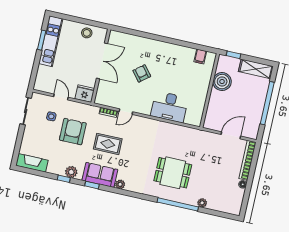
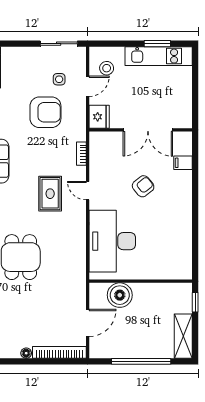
stool: (87, 33) -> (107, 68), moved
filing cabinet: (200, 56) -> (183, 163), moved
boiler: (222, 82) -> (120, 295), moved
desk: (169, 107) -> (112, 241), width x1.36, depth x1.30
door: (126, 112) -> (88, 191), moved
door: (231, 135) -> (88, 323), hinge flipped
rug: (108, 144) -> (50, 194), moved

